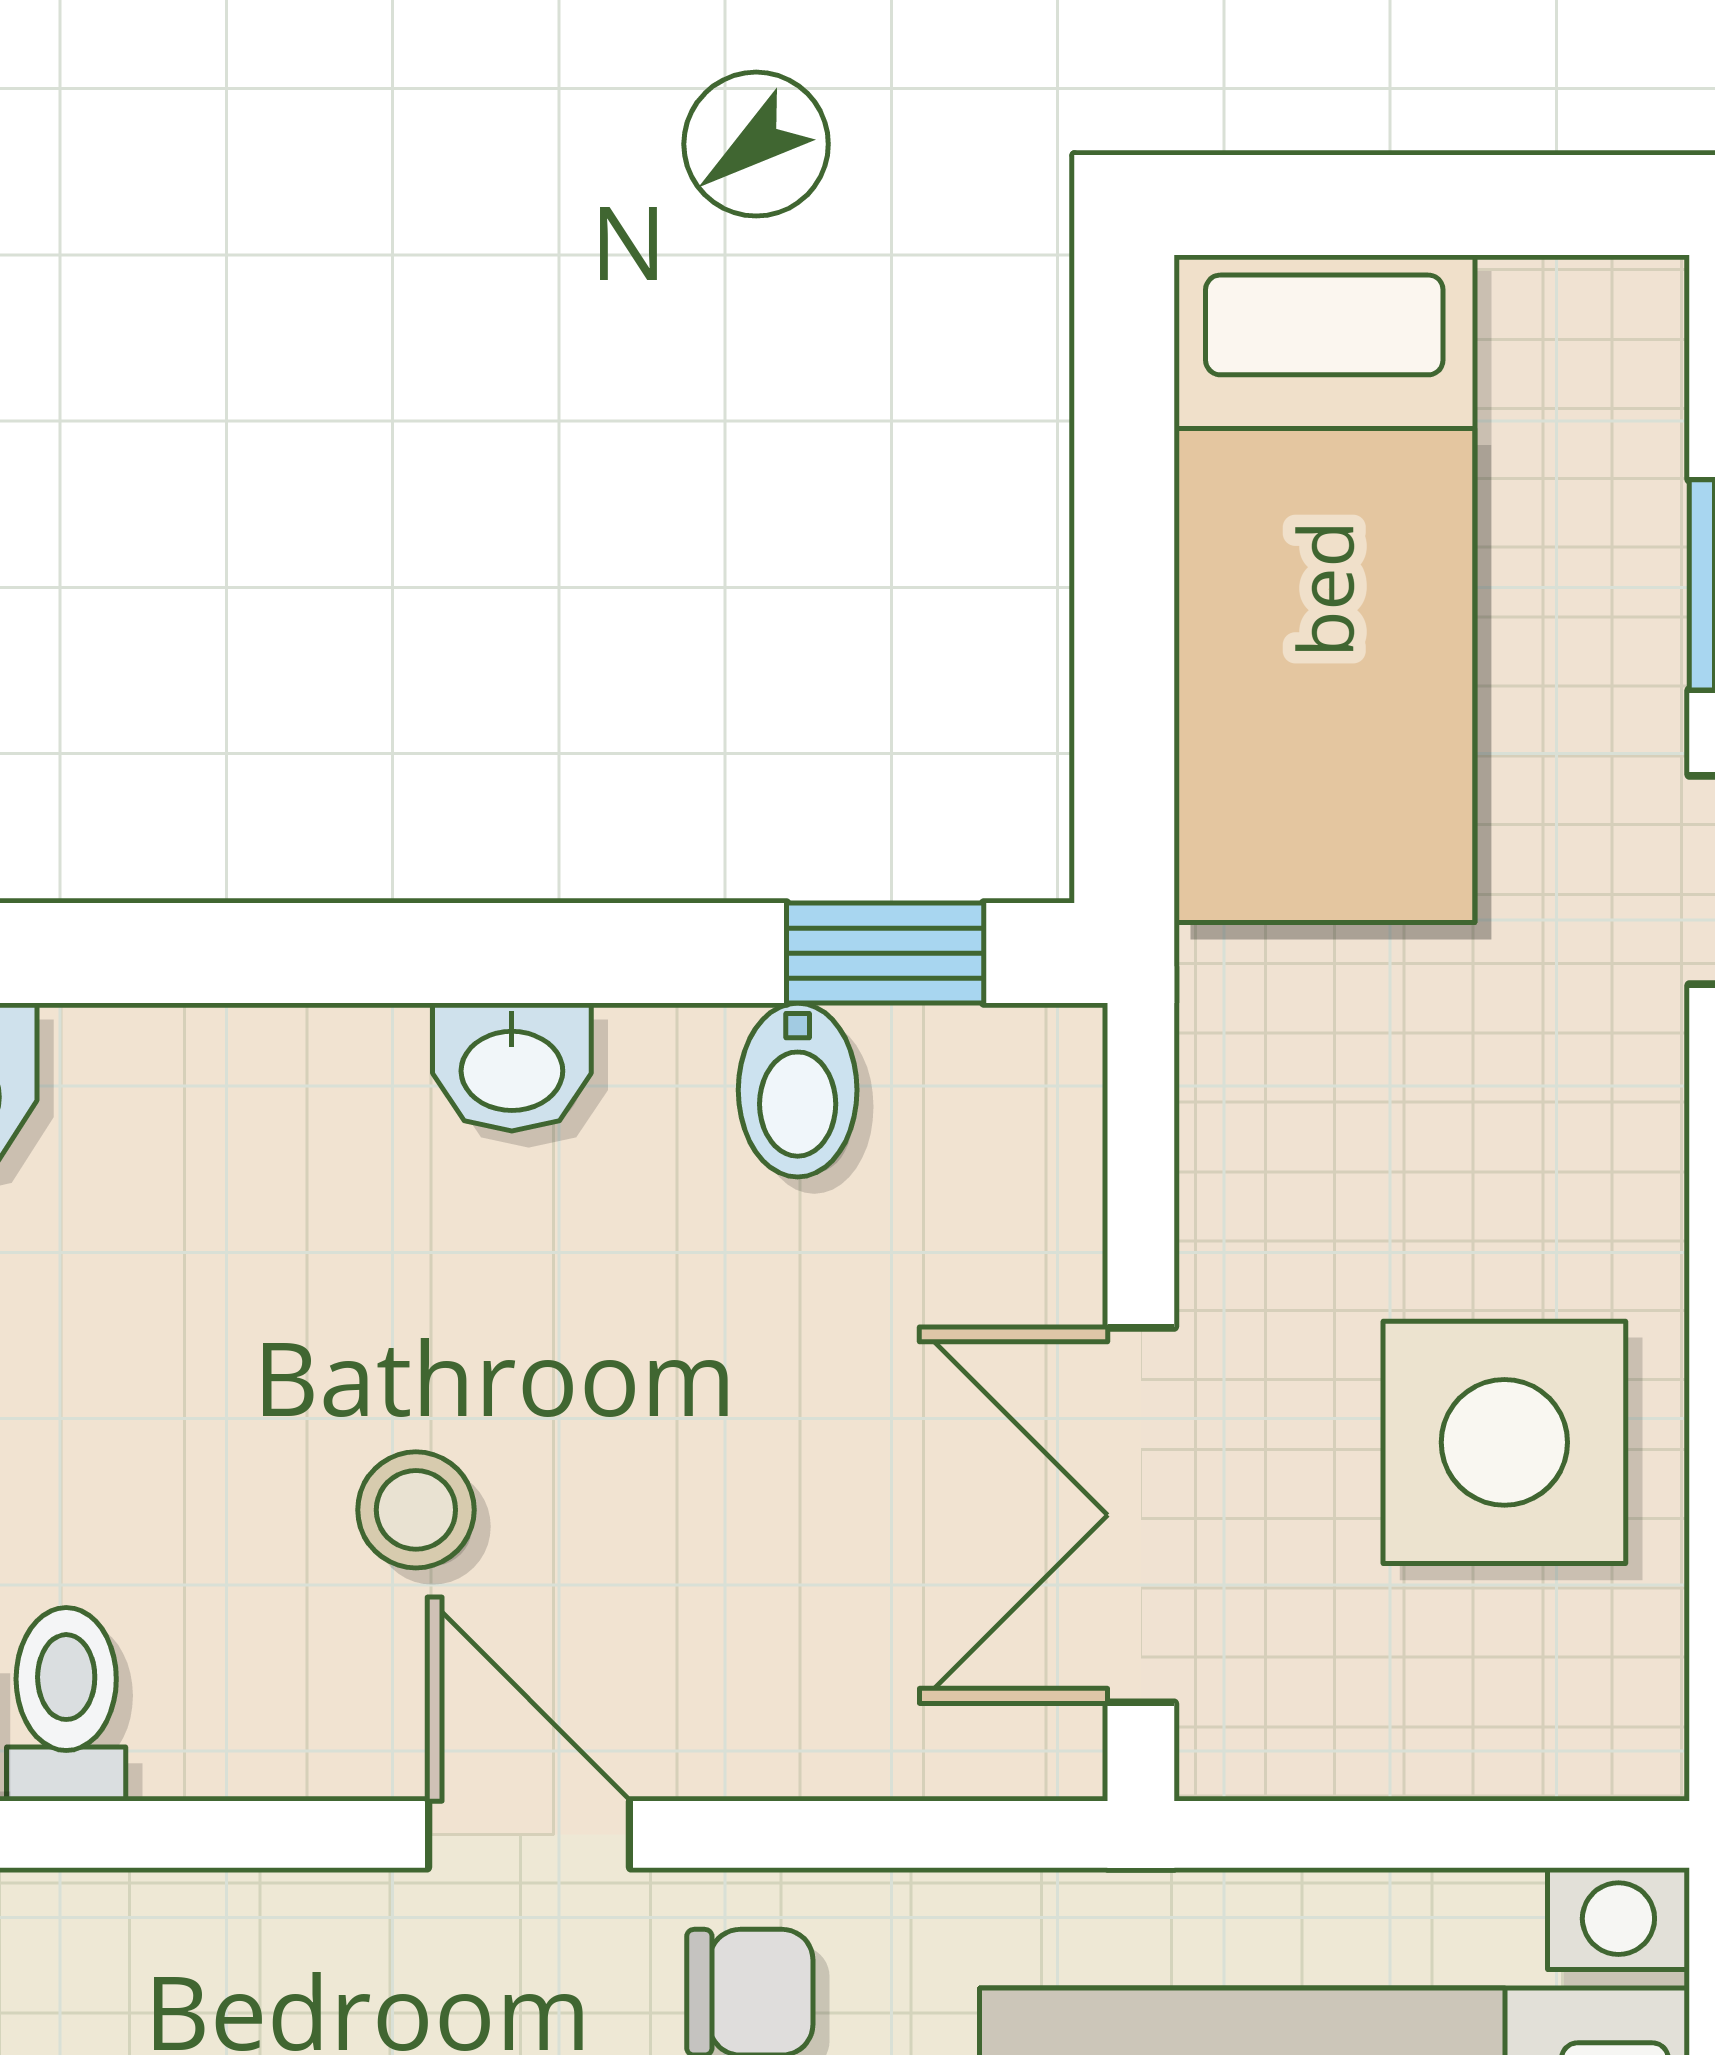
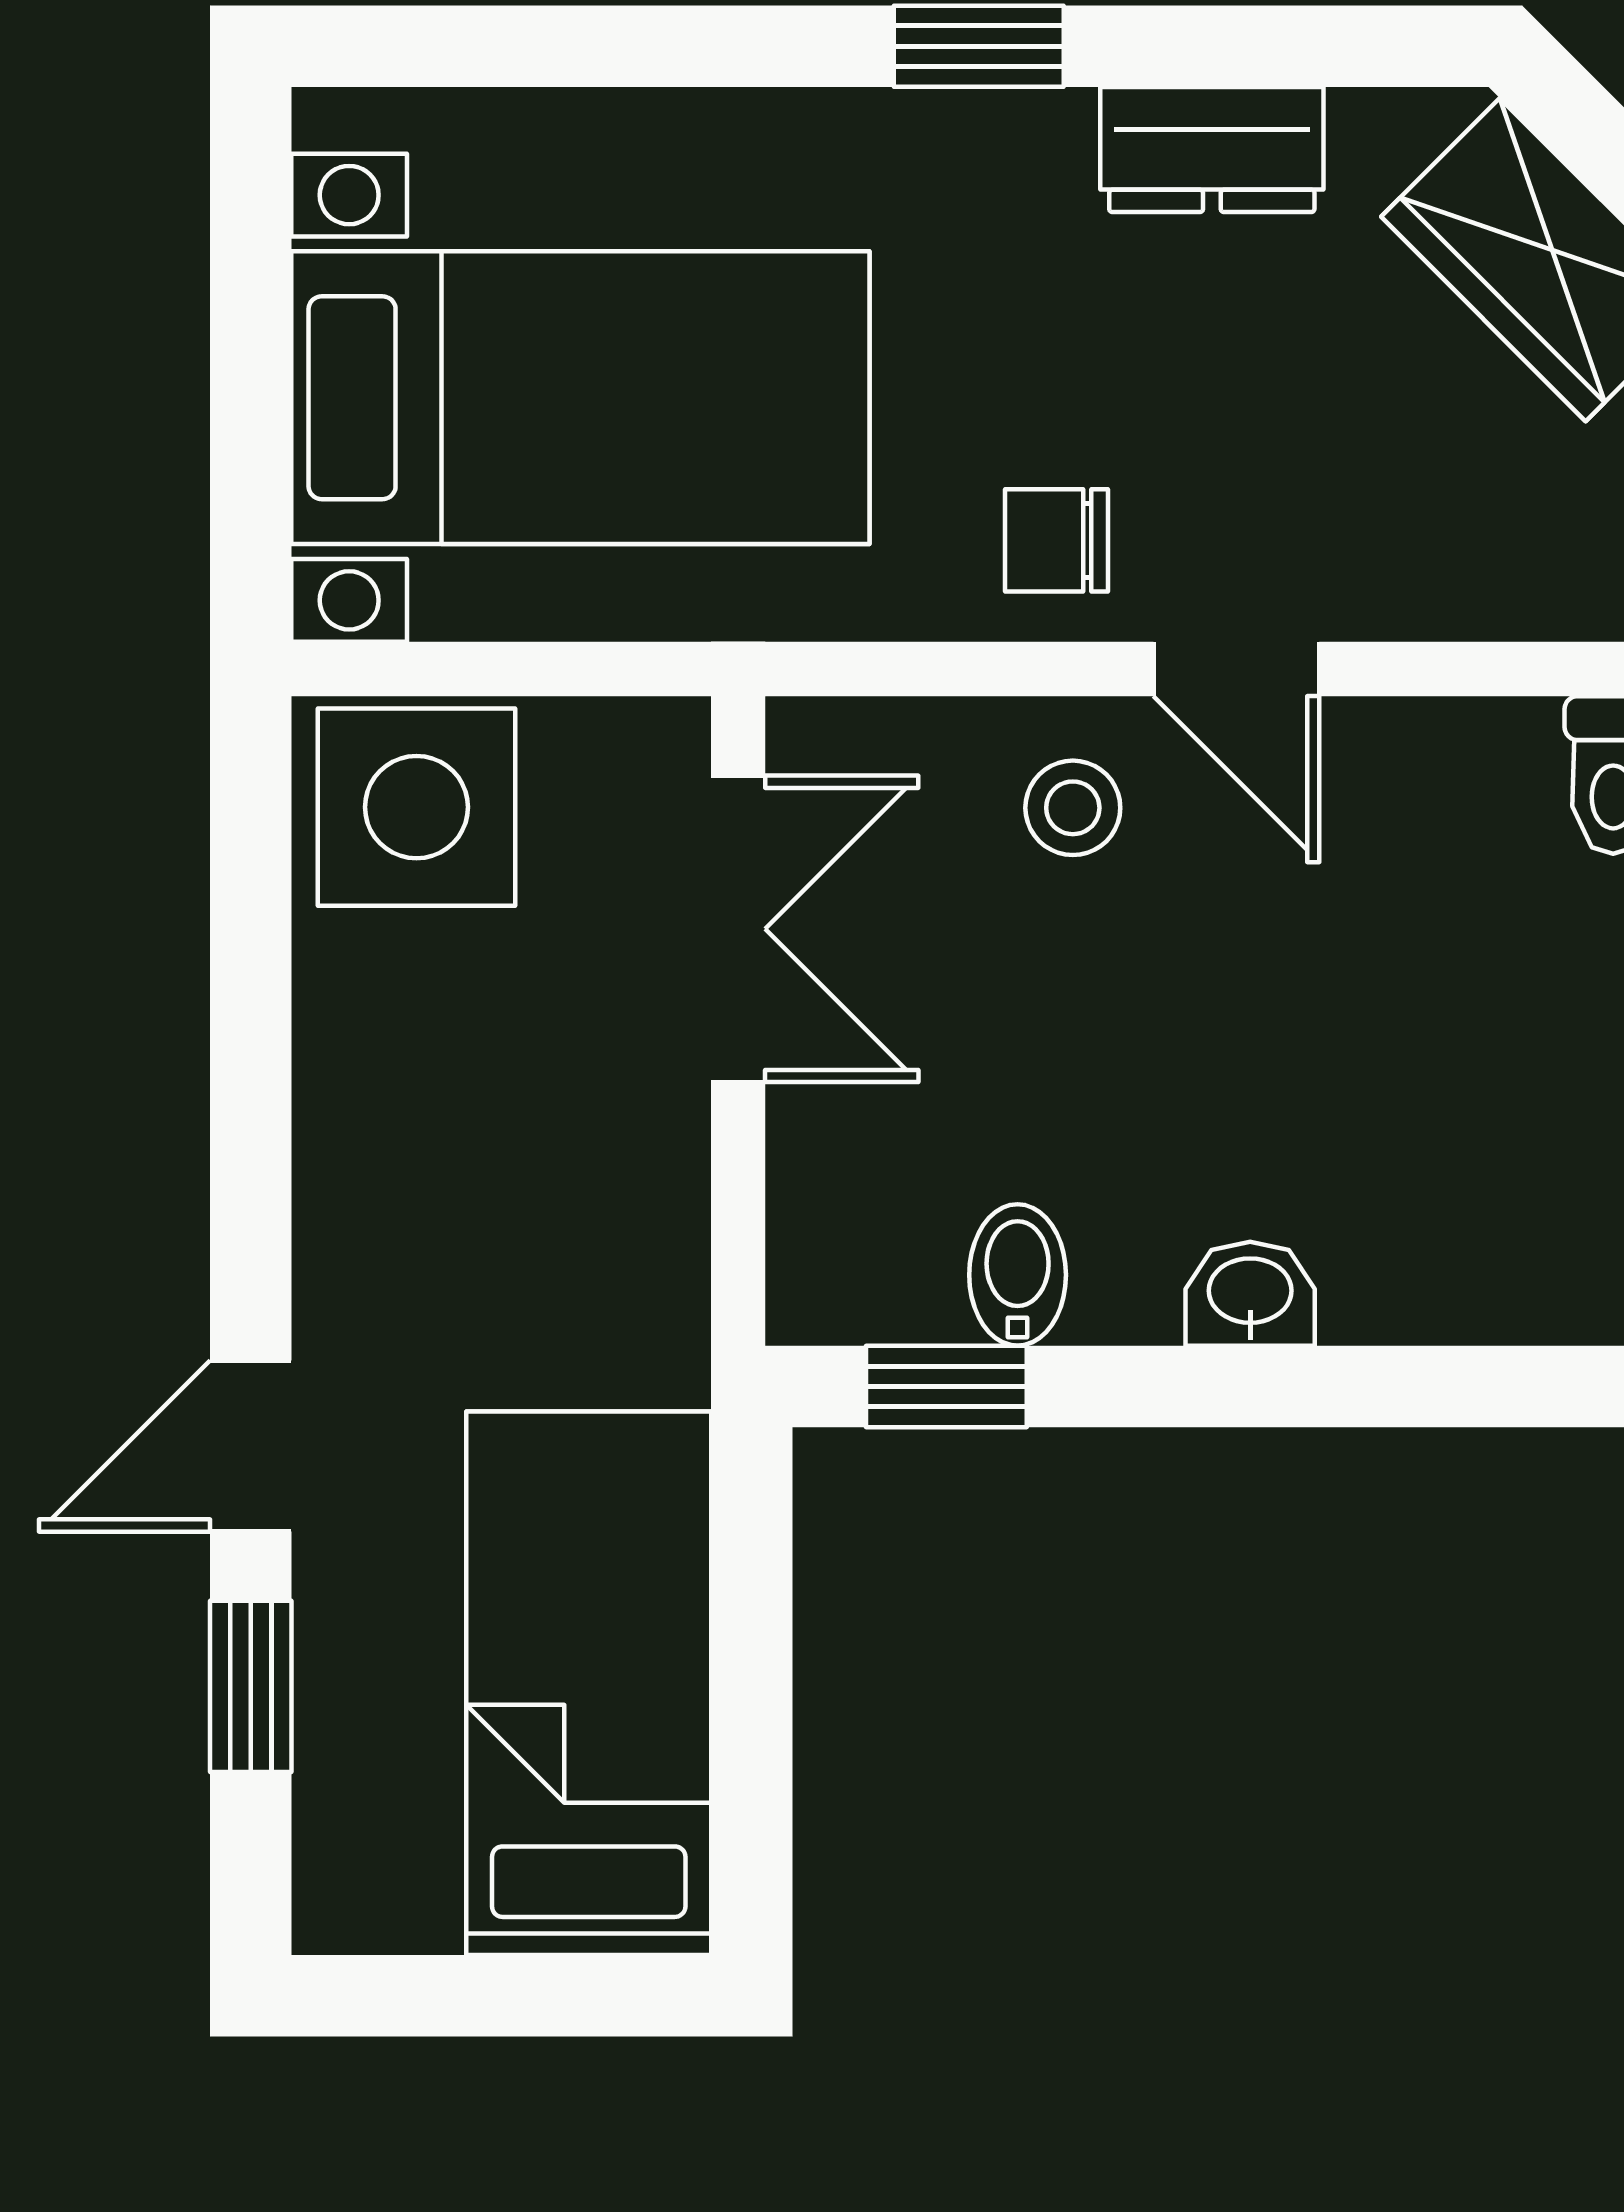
side table: (1504, 1442) -> (416, 807), moved
stool: (416, 1510) -> (1073, 808), moved

